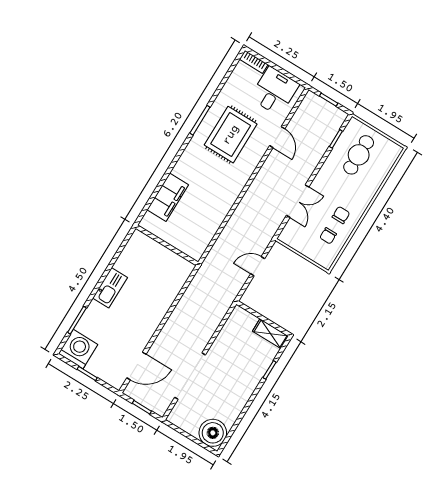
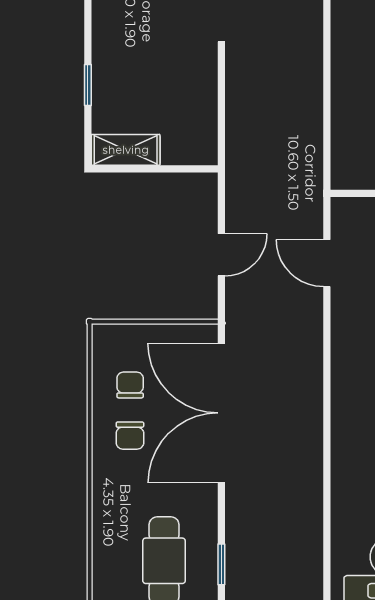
door: (277, 137) -> (327, 263), moved
double door: (298, 201) -> (221, 413), width x1.87

